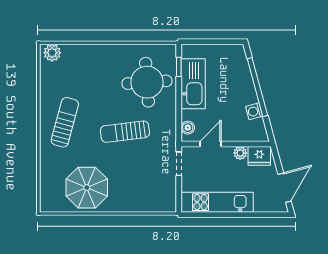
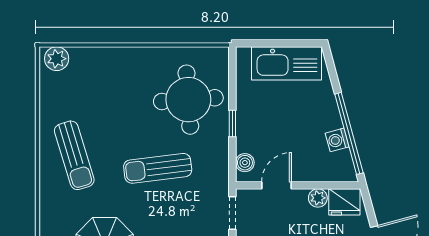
window: (179, 67) -> (232, 123), moved
kitchen sink: (193, 84) -> (286, 63), moved, turned 90
window: (257, 87) -> (349, 133), moved
sun lounger: (65, 122) -> (74, 155), turned 148

